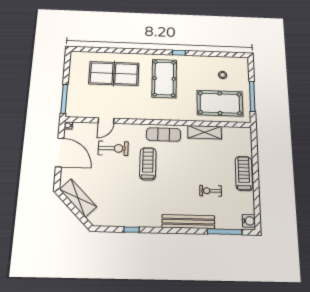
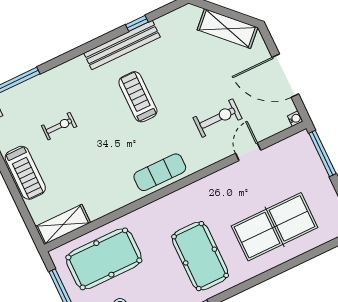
shelving: (205, 132) -> (63, 225), moved
exercise bike: (113, 148) -> (217, 118), turned 180
treadmill: (148, 164) -> (138, 97), moved, turned 180
bench: (188, 222) -> (122, 45), moved

